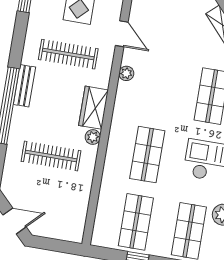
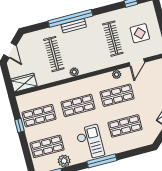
bench: (24, 86) -> (74, 26), moved
shop shelf: (159, 87) -> (117, 95), added
wardrobe: (94, 108) -> (24, 83), moved

